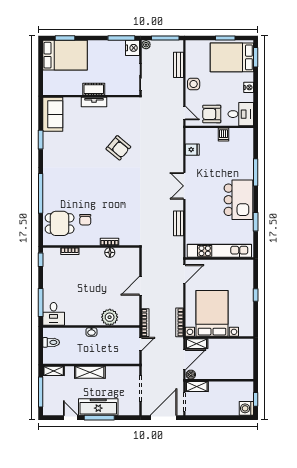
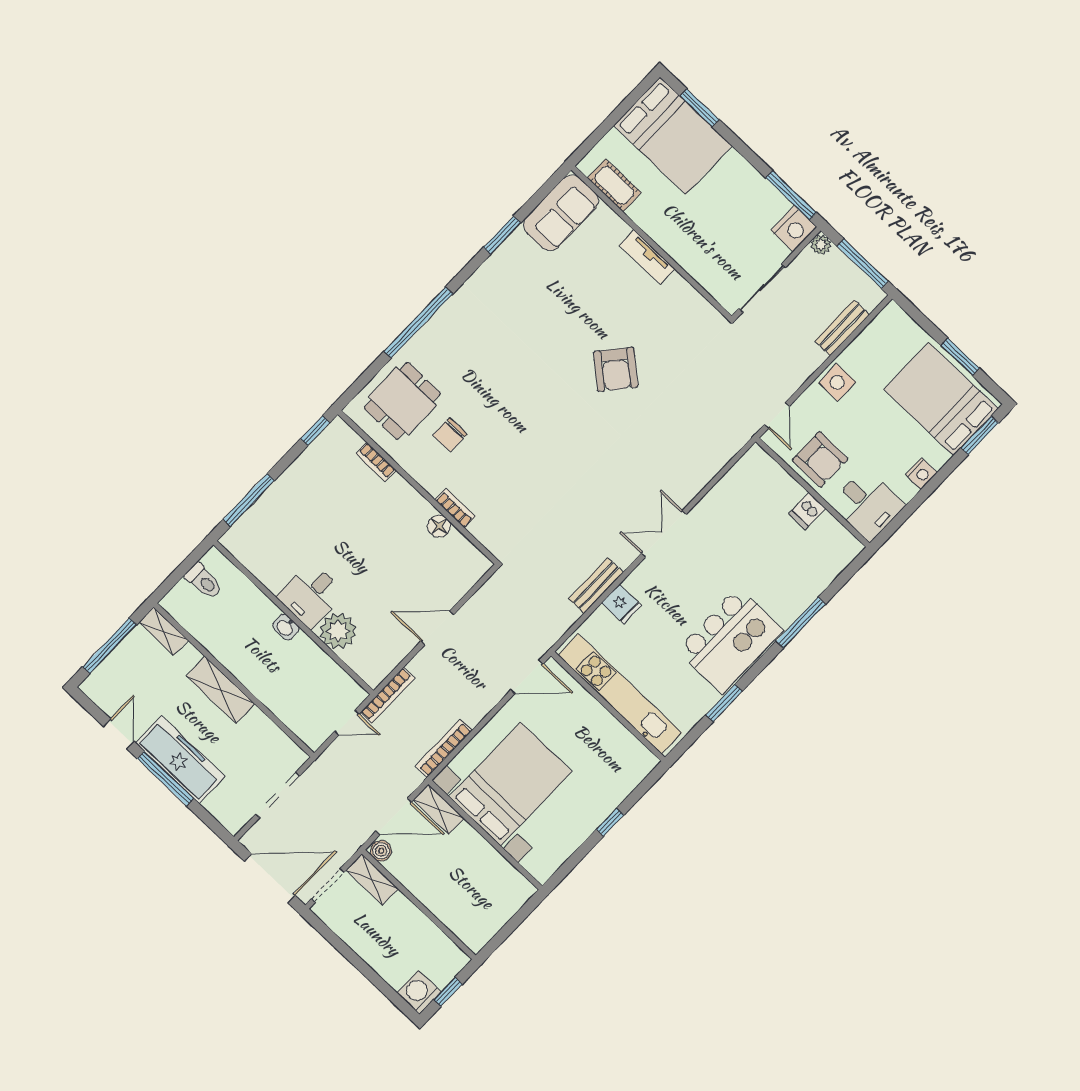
cot: (94, 89) -> (614, 185), moved
armchair: (212, 114) -> (820, 459), turned 180
fridge: (192, 150) -> (621, 604), moved
dining table: (60, 223) -> (402, 401), turned 90
desk: (54, 314) -> (311, 595), moved

